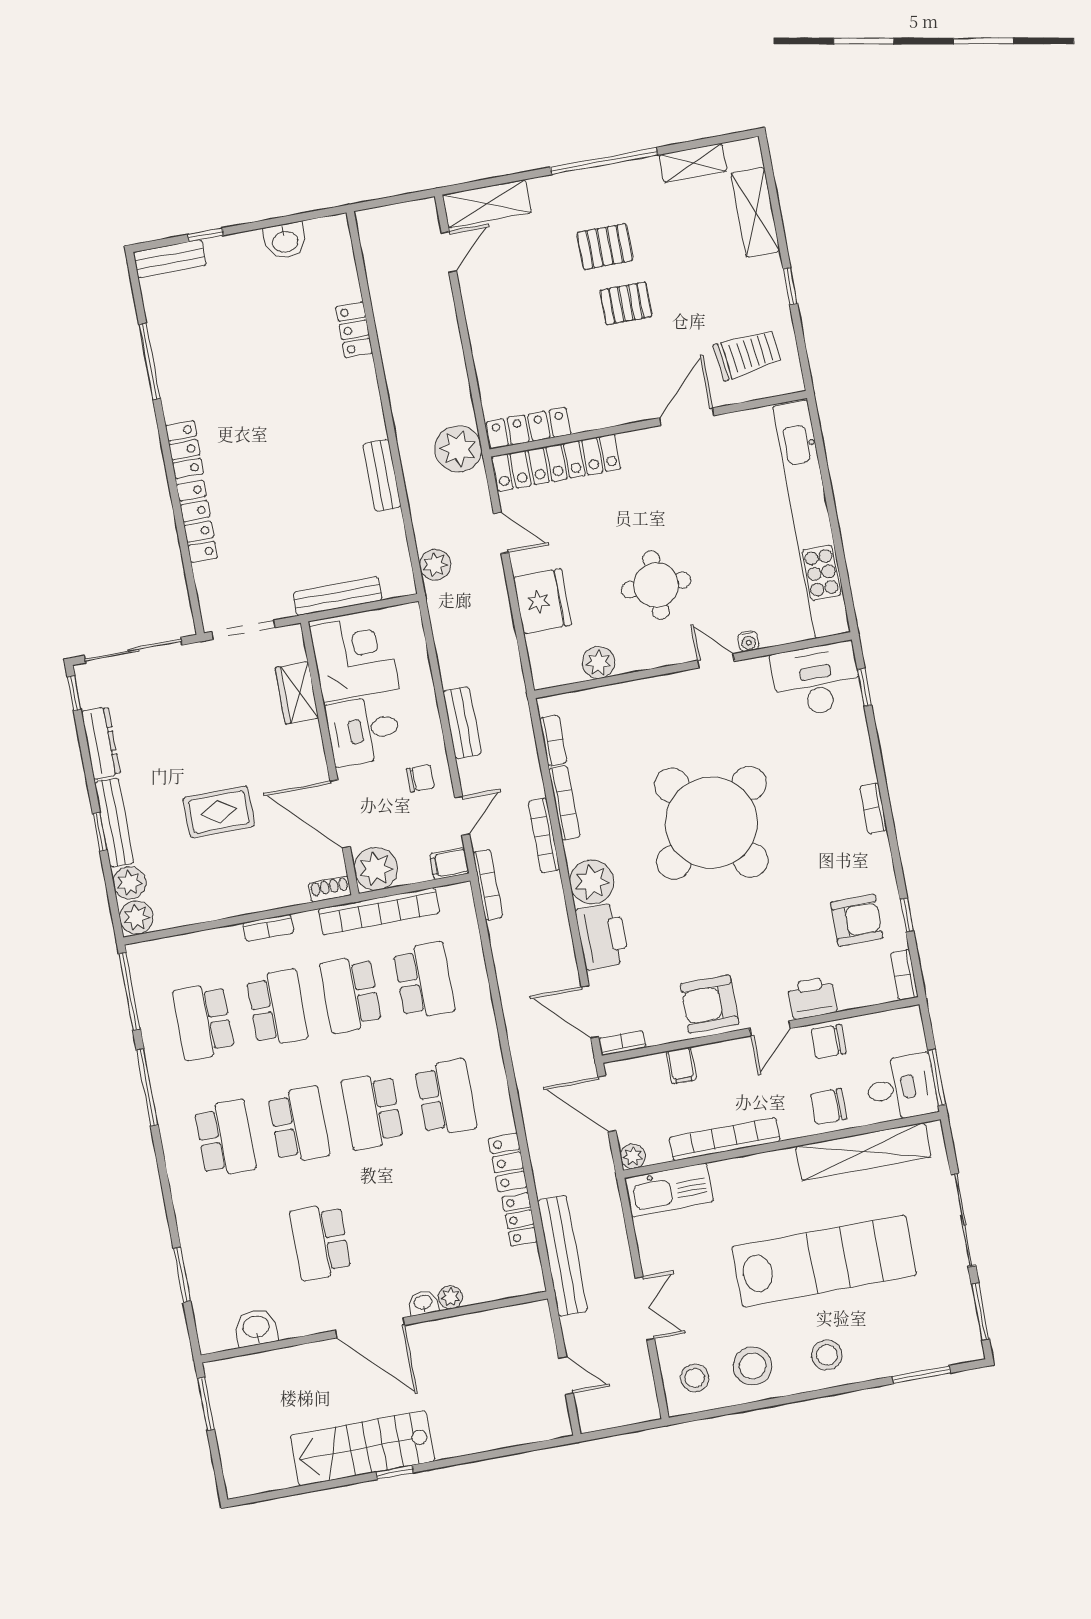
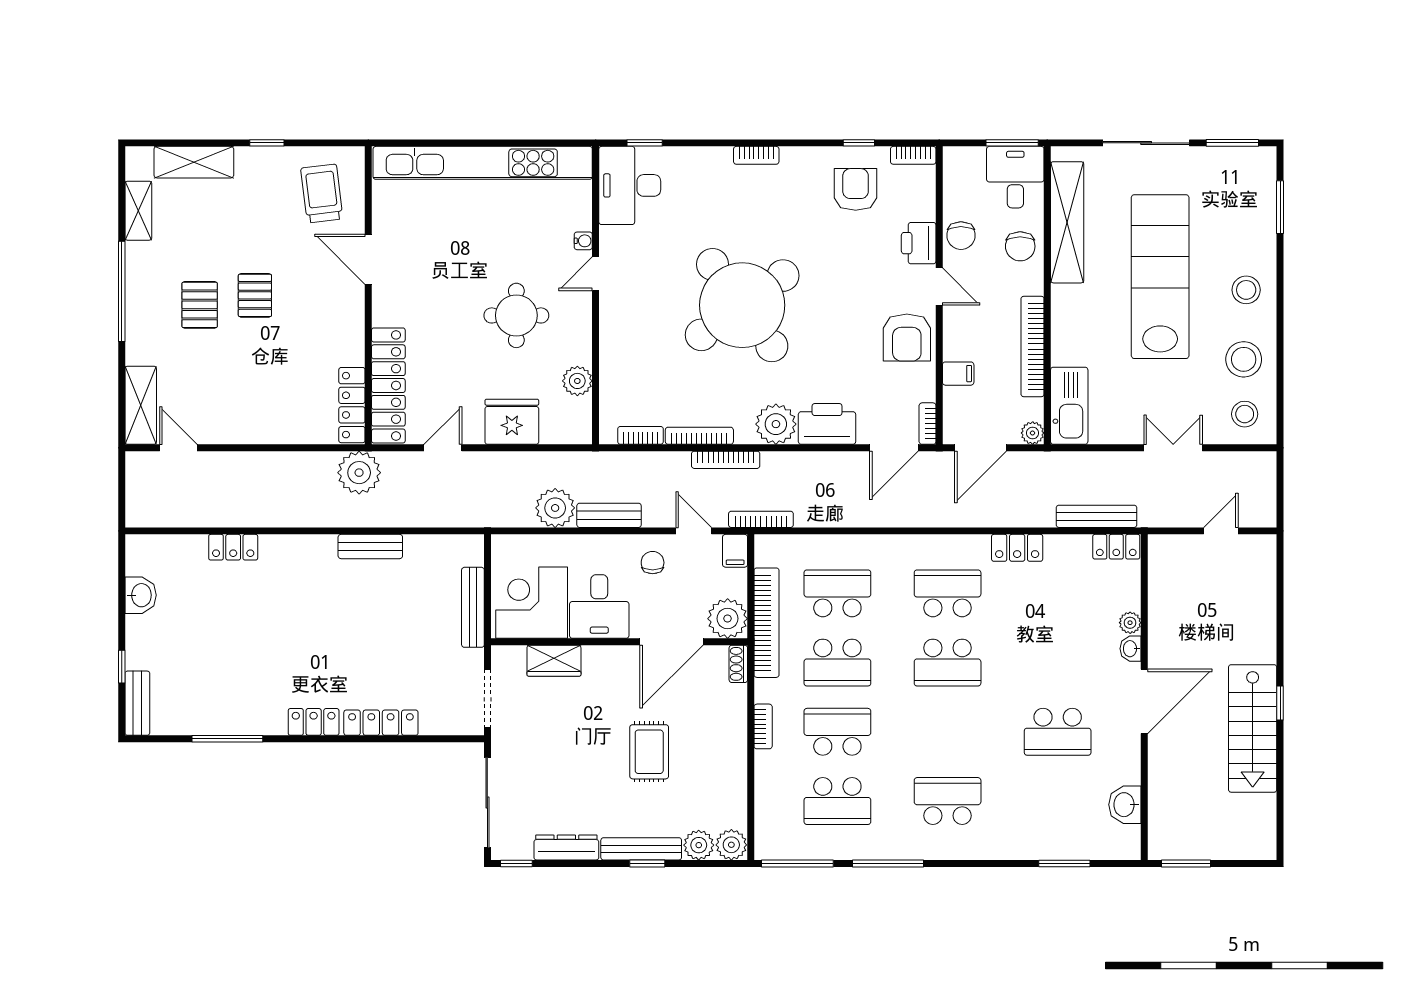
plant: (435, 565) -> (555, 508), moved, width x1.36, depth x1.36
school desk: (299, 1125) -> (948, 732), removed
locker: (520, 1219) -> (1116, 547), moved
bench: (562, 1256) -> (1097, 516), width x0.73, depth x0.82

